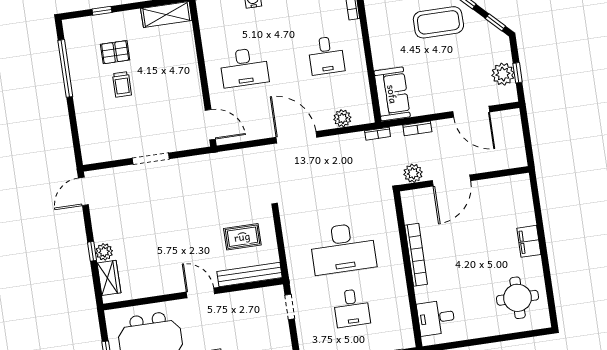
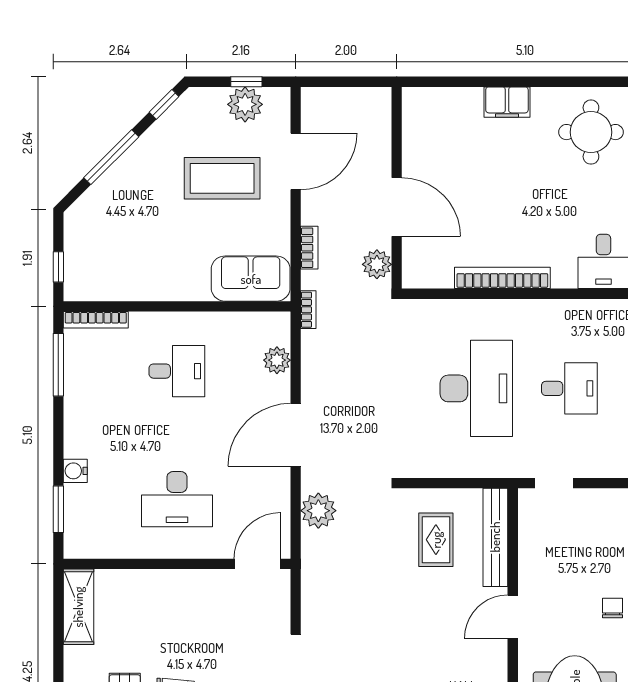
coffee table: (438, 22) -> (222, 178), moved, turned 90
desk: (244, 67) -> (177, 499), turned 90
plant: (250, 159) -> (318, 511), added

